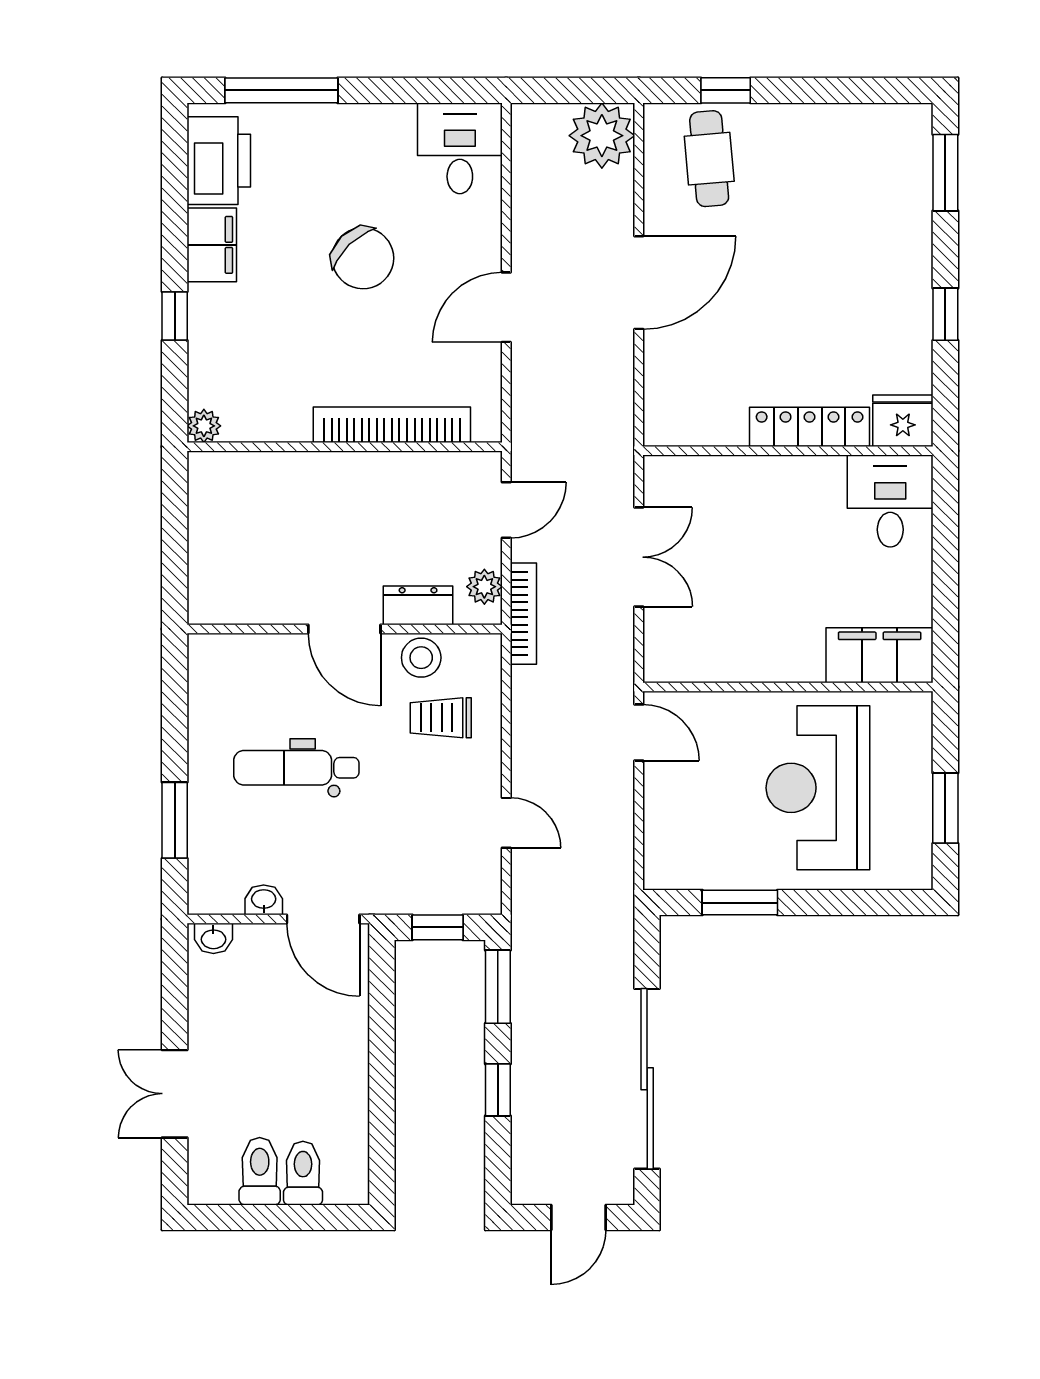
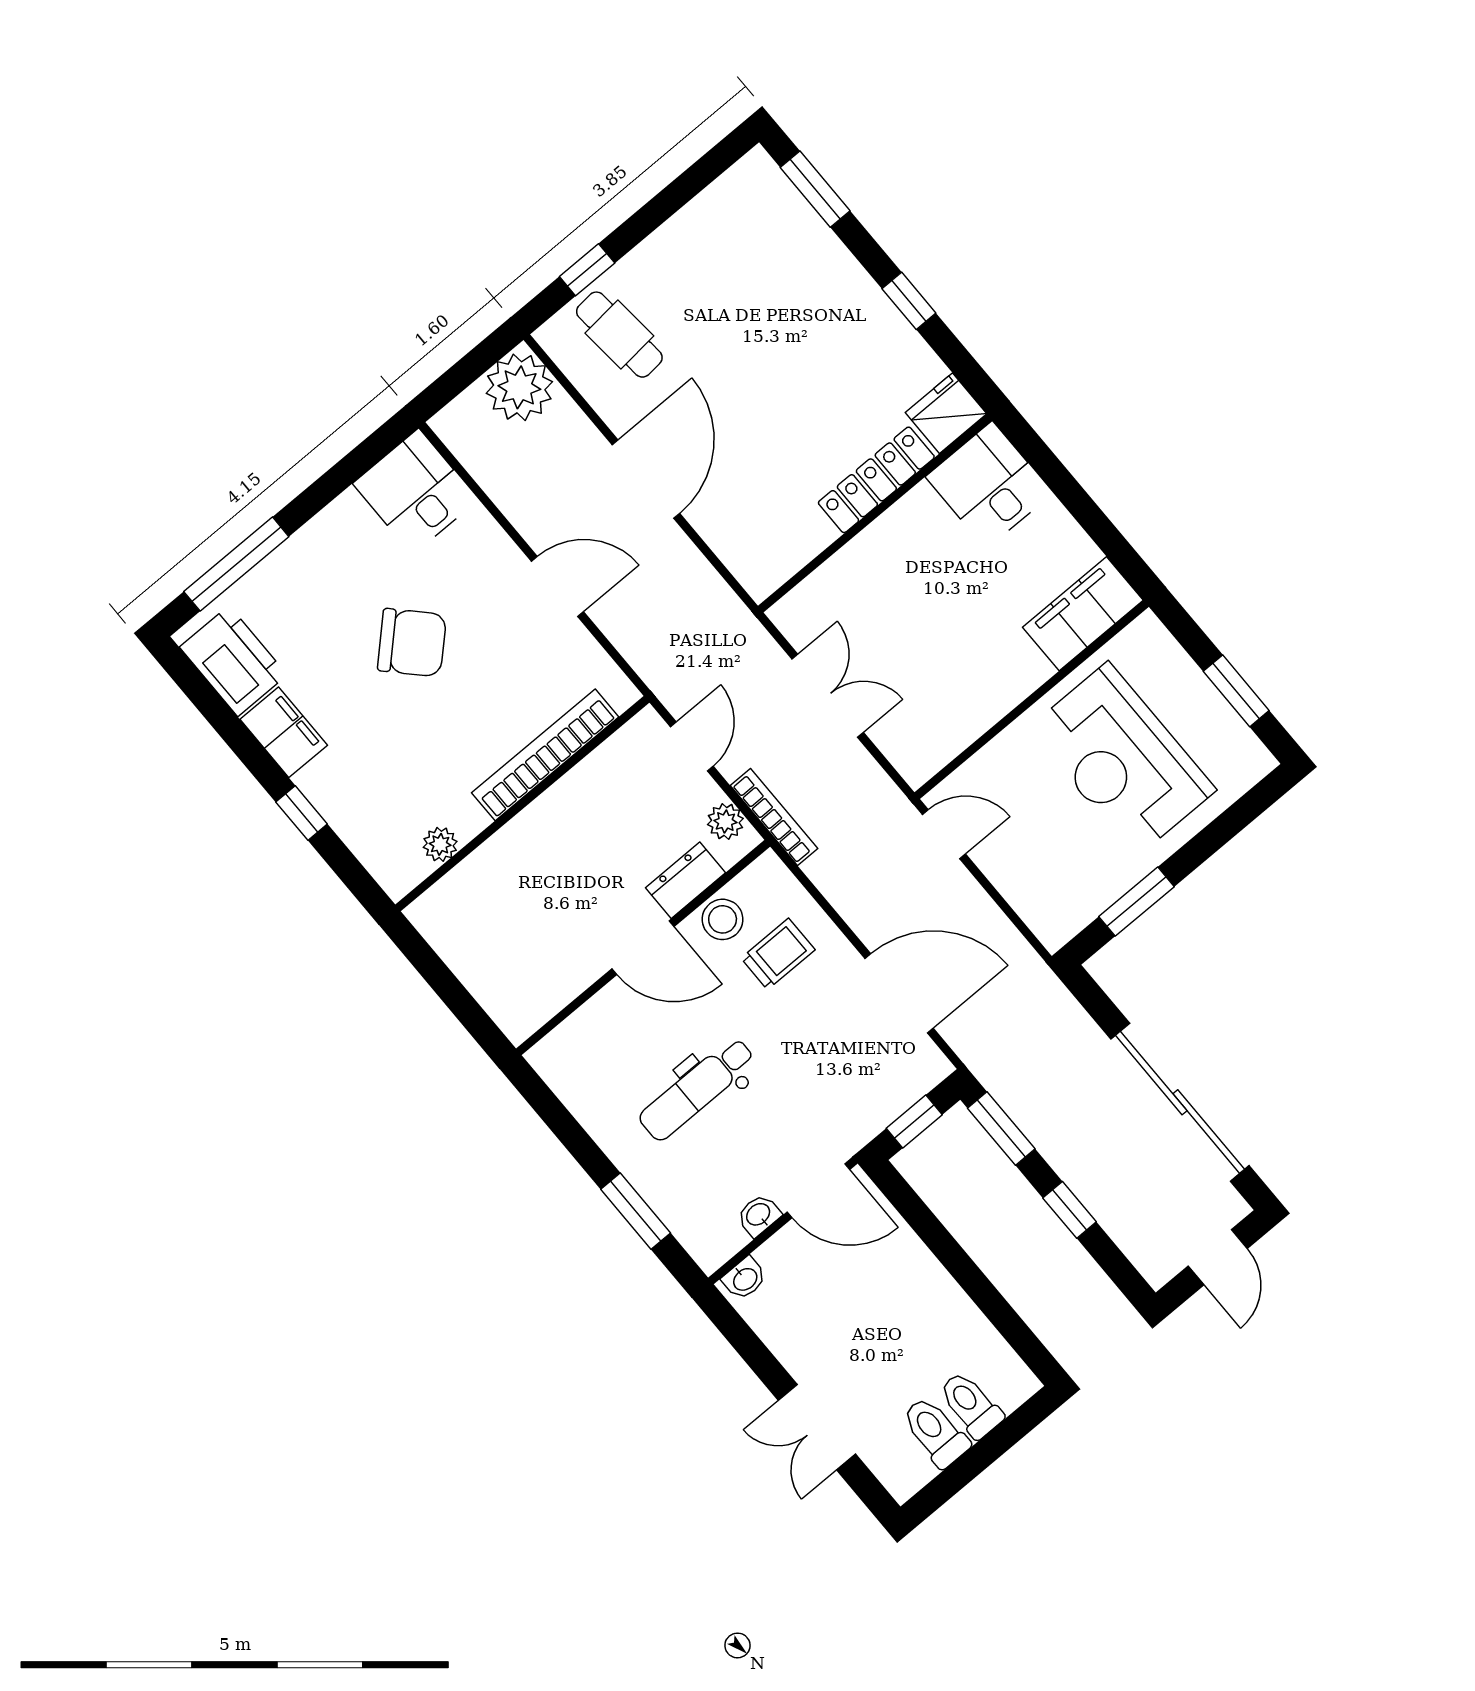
door: (506, 307) -> (558, 586), swing flipped
plant: (204, 426) -> (440, 844), moved
trolley: (441, 718) -> (778, 954), turned 180
door: (506, 823) -> (899, 993), width x1.87

